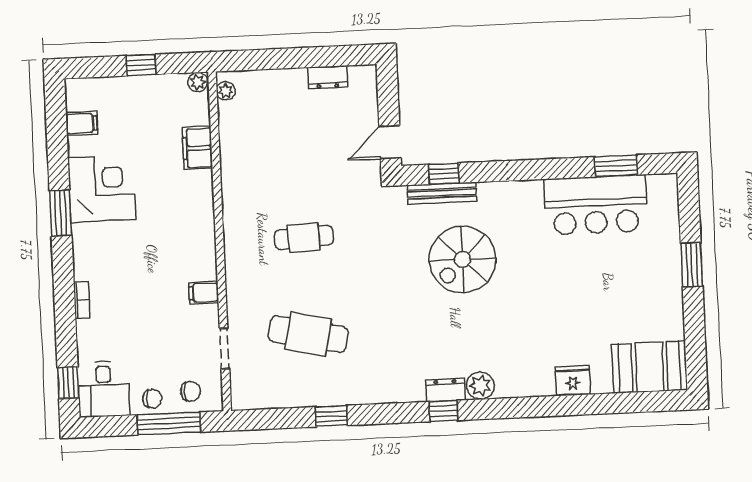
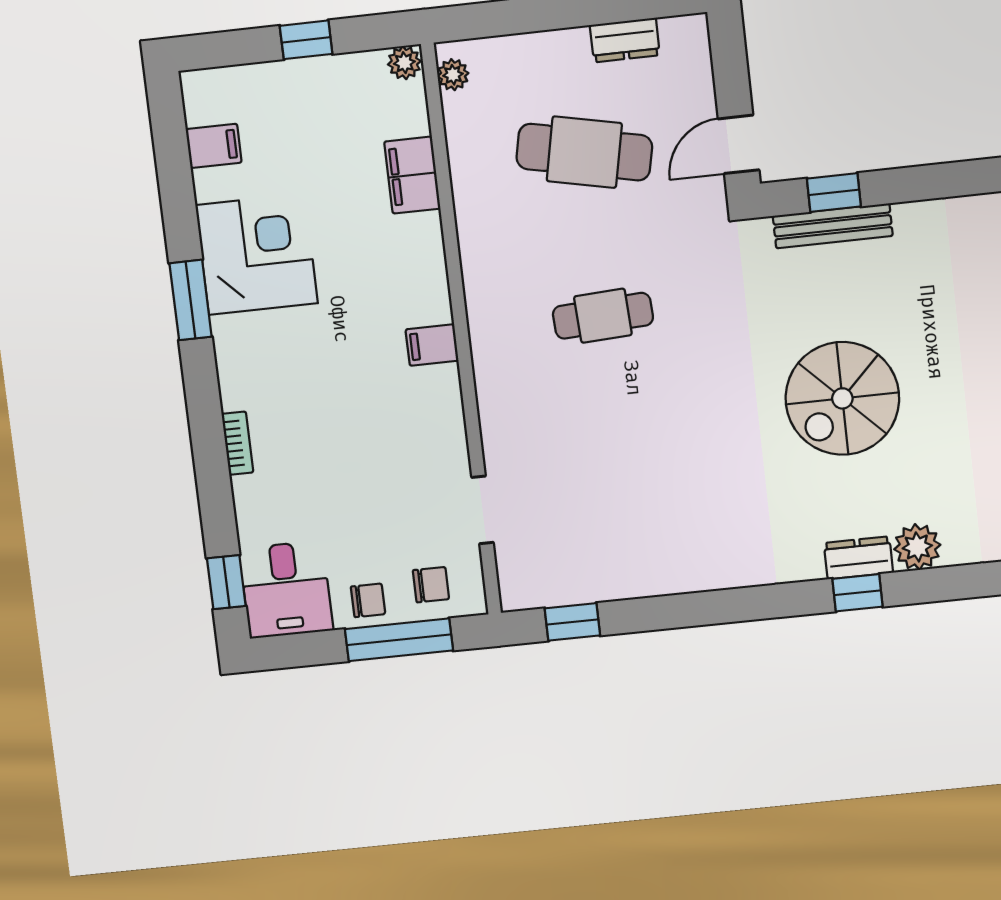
spiral stairs: (462, 259) -> (842, 398), moved
filing cabinet: (204, 293) -> (432, 345), moved
cafe table: (308, 334) -> (584, 152), moved
window: (331, 416) -> (572, 622), moved

